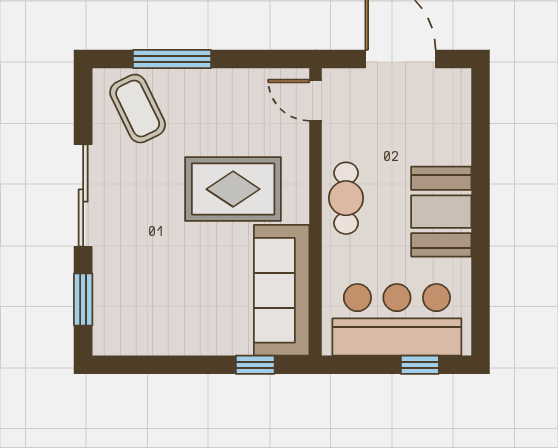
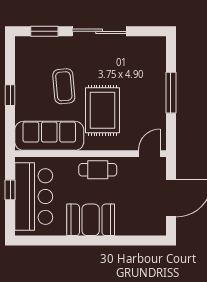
window: (172, 59) -> (171, 93), moved
coffee table: (138, 109) -> (64, 86), moved, turned -69
window: (255, 365) -> (10, 95), moved
window: (420, 365) -> (10, 190), moved

